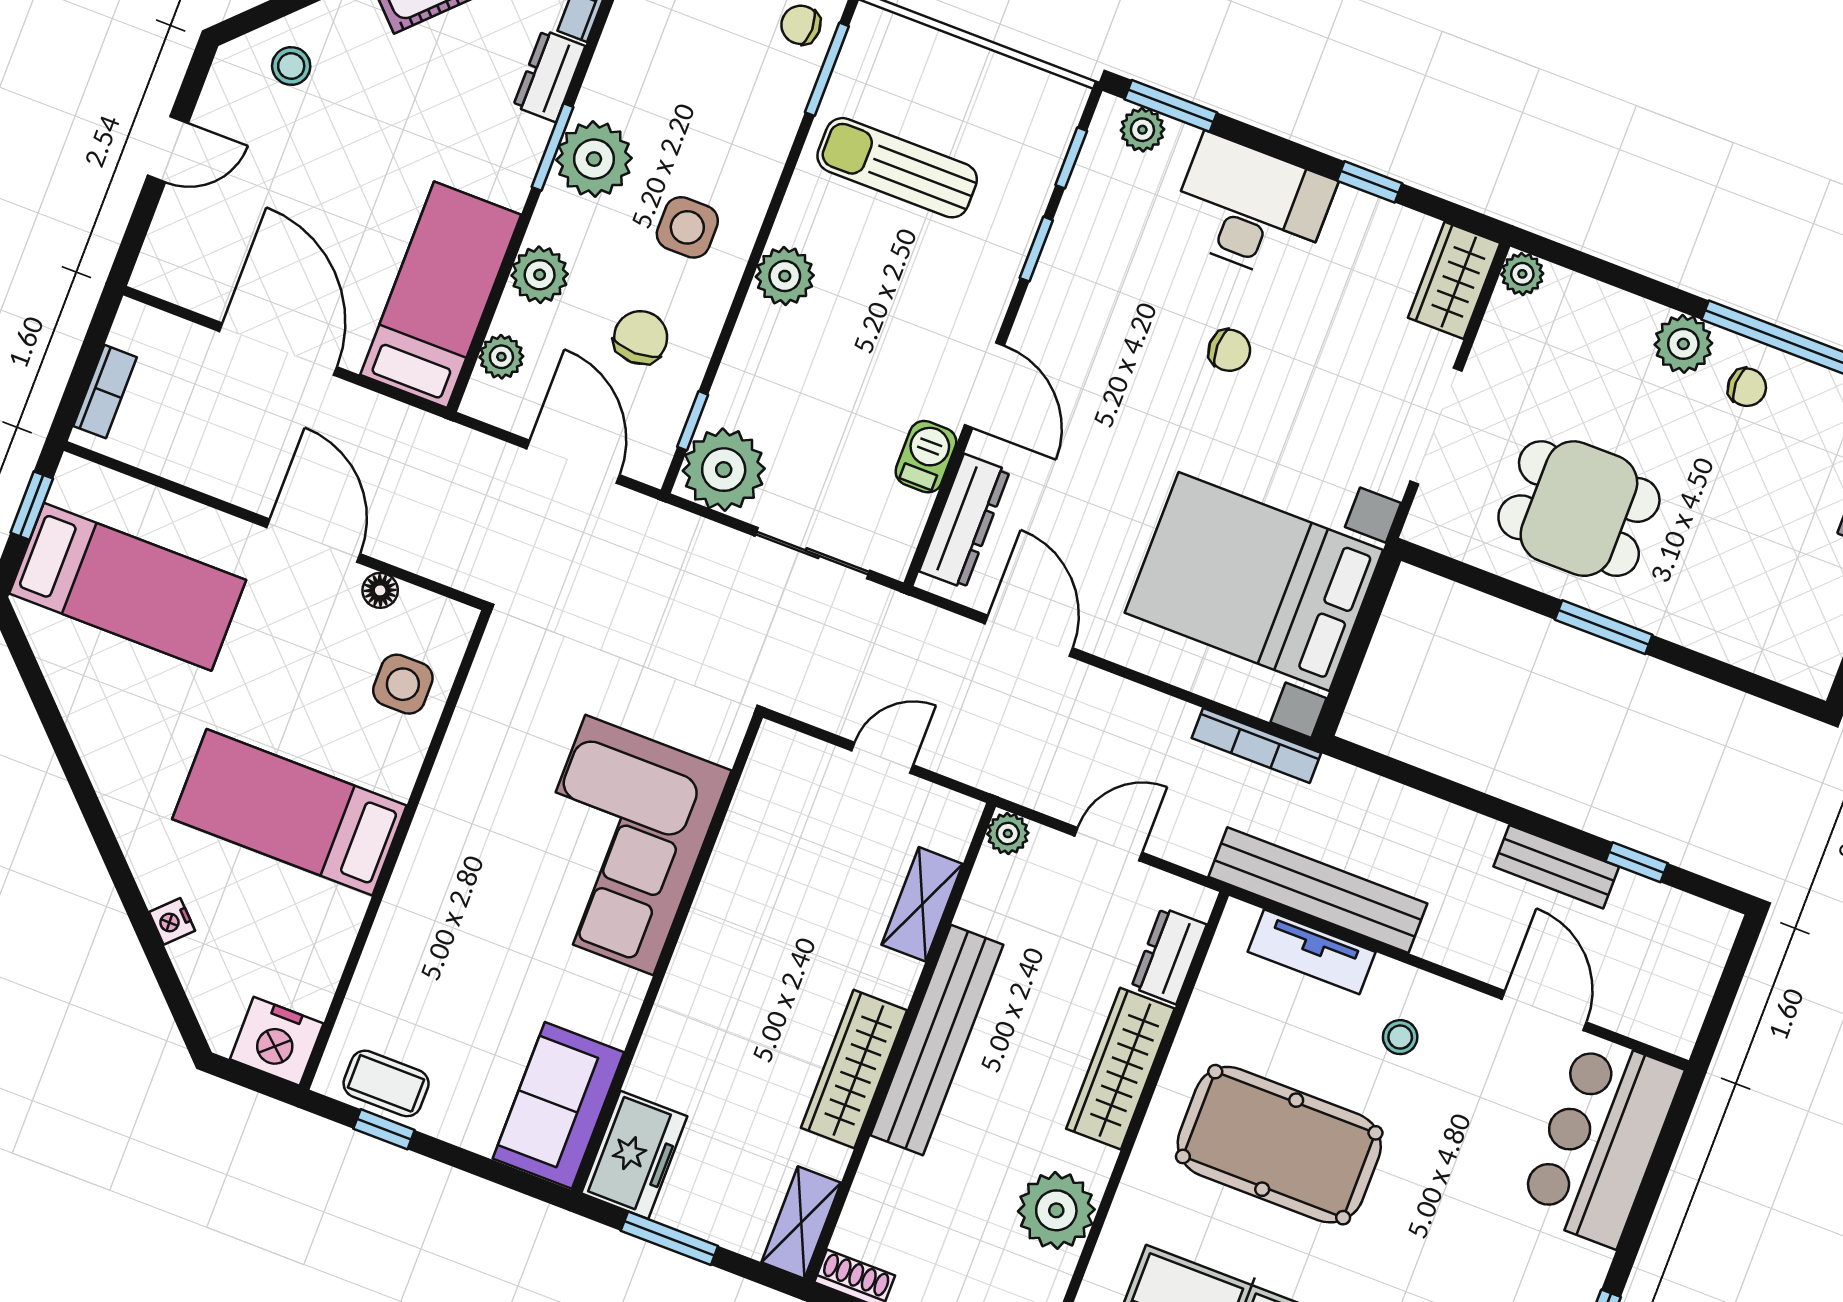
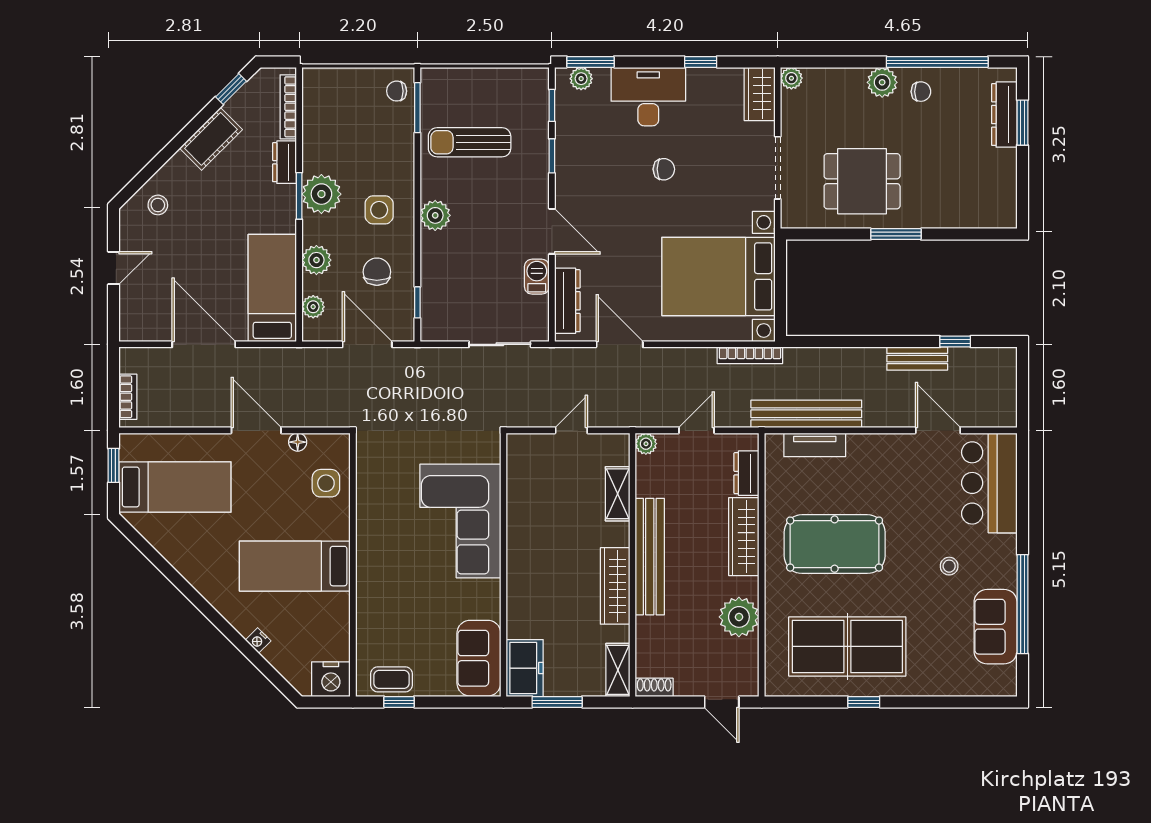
plant: (724, 470) -> (441, 320), removed
stool: (1400, 1037) -> (949, 566), moved

